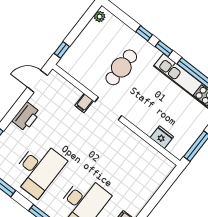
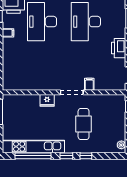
fridge: (162, 137) -> (47, 100), moved

